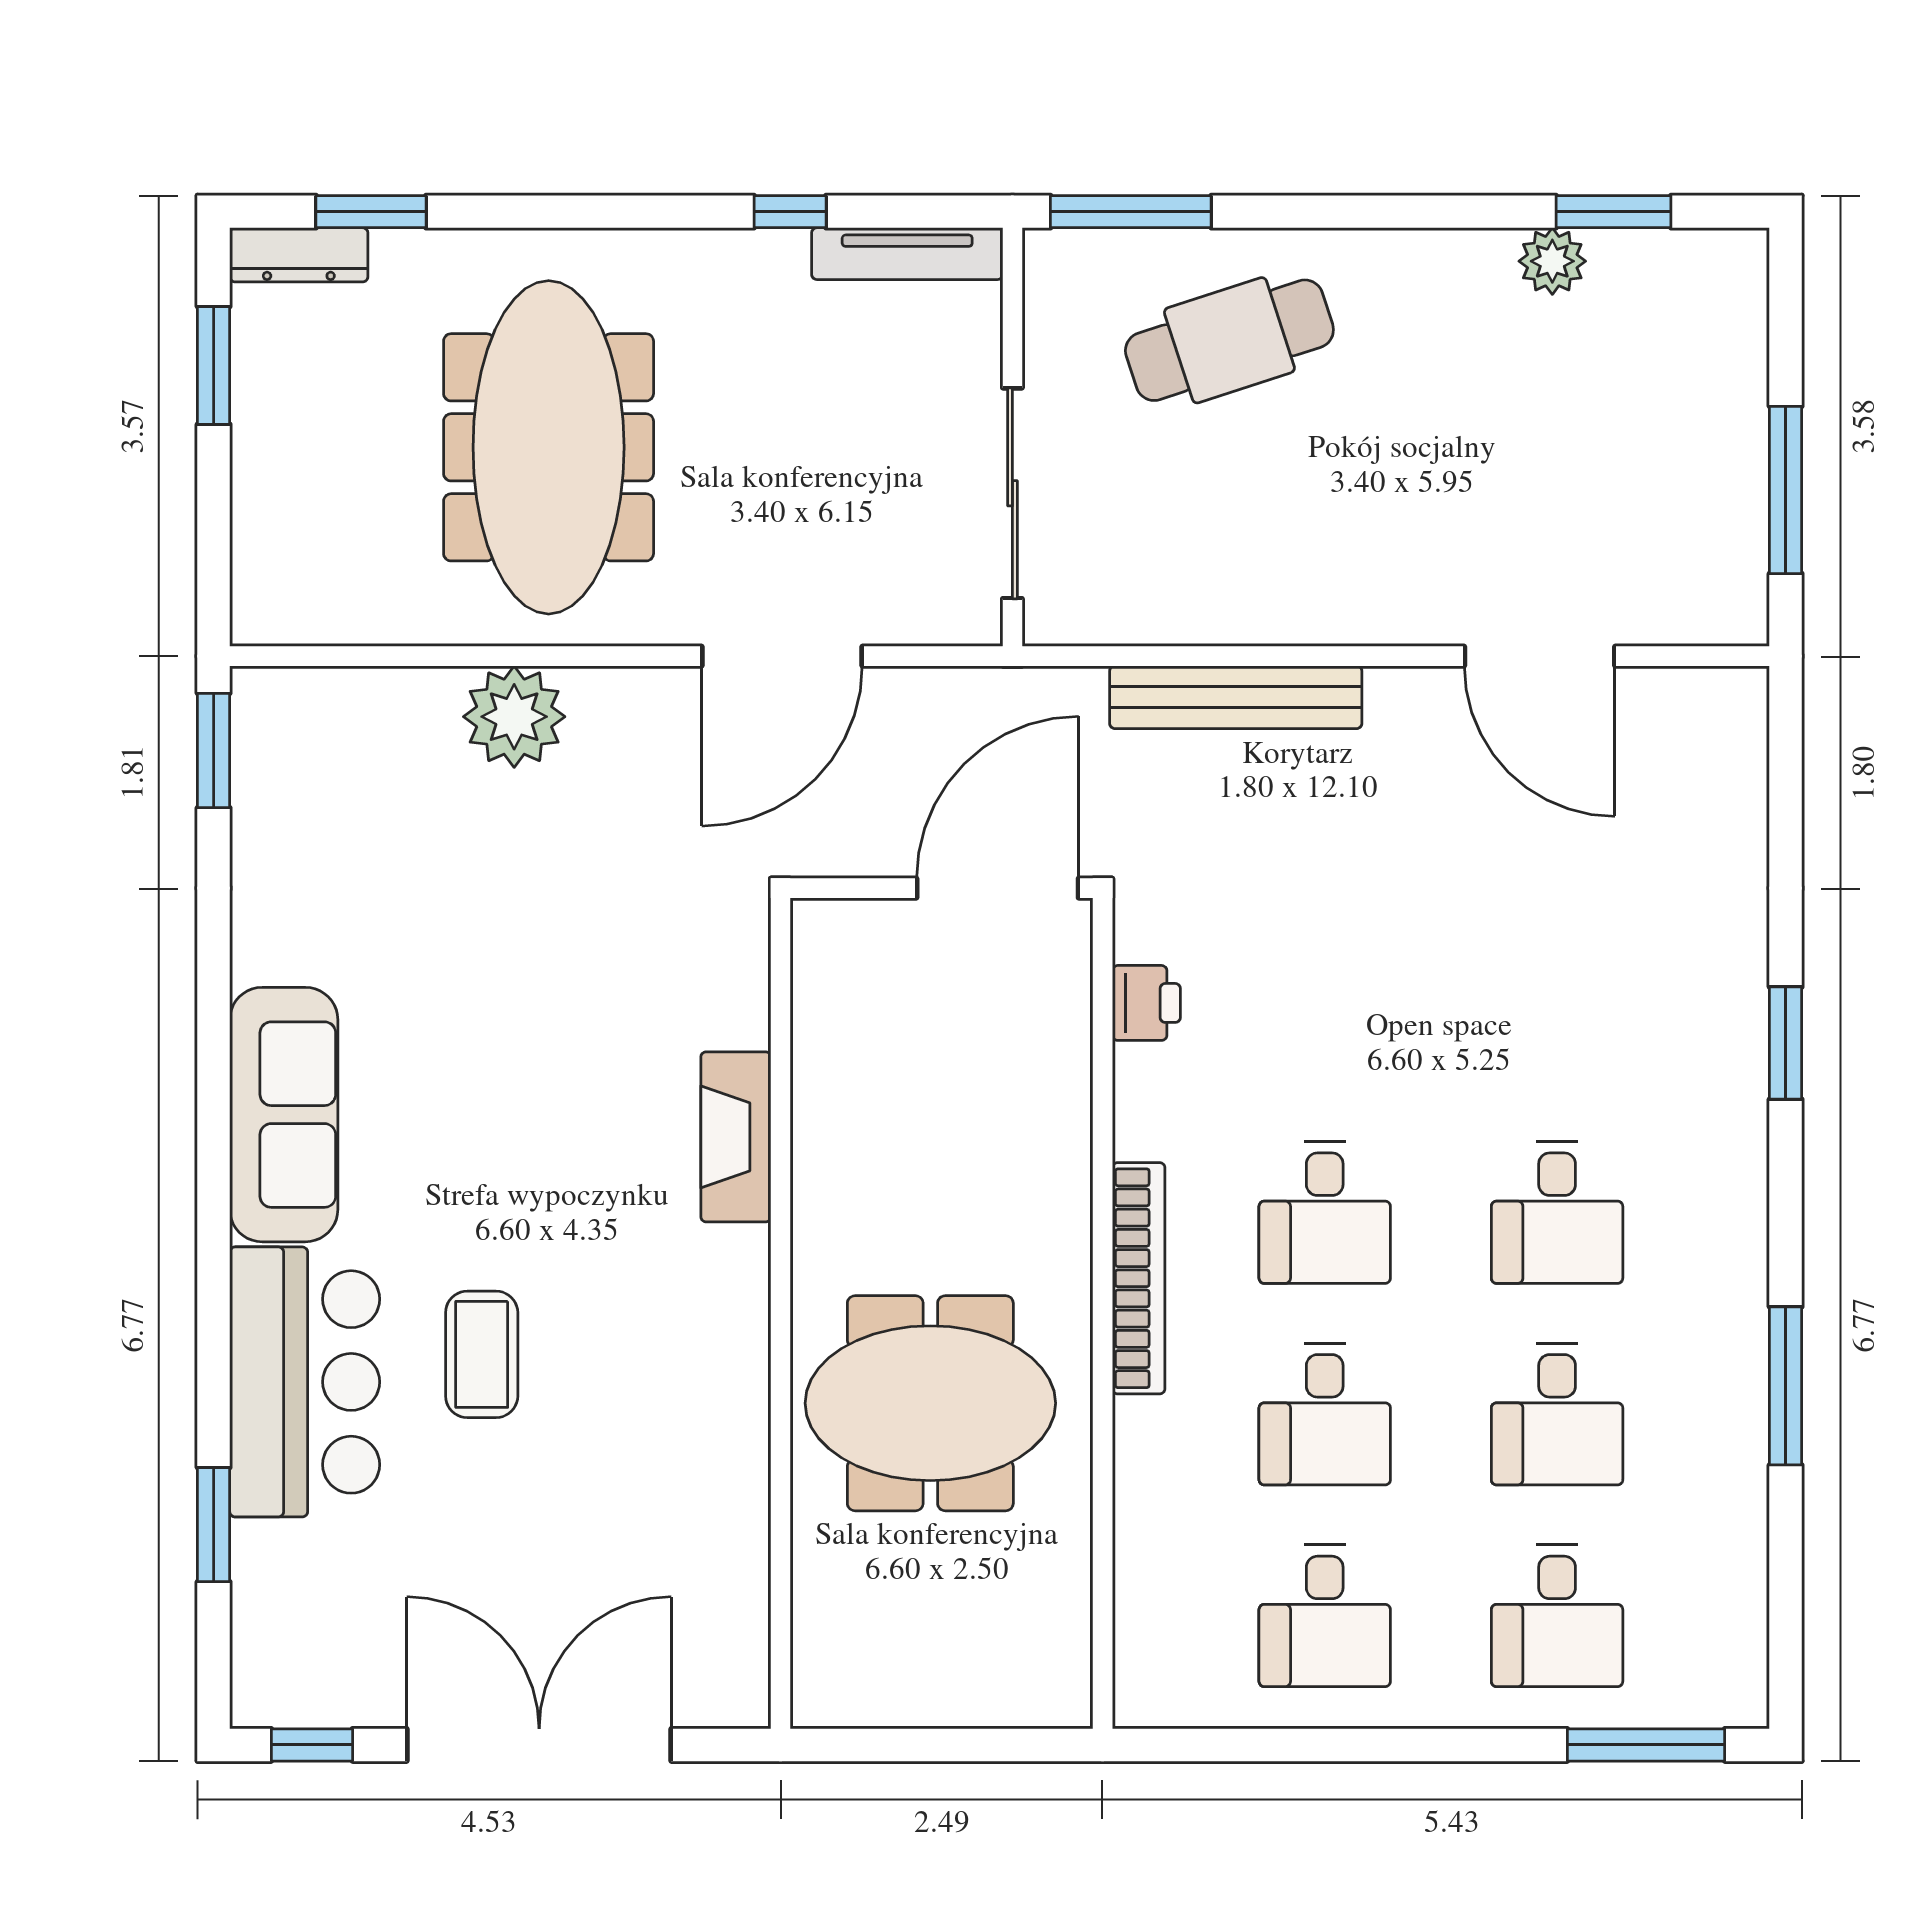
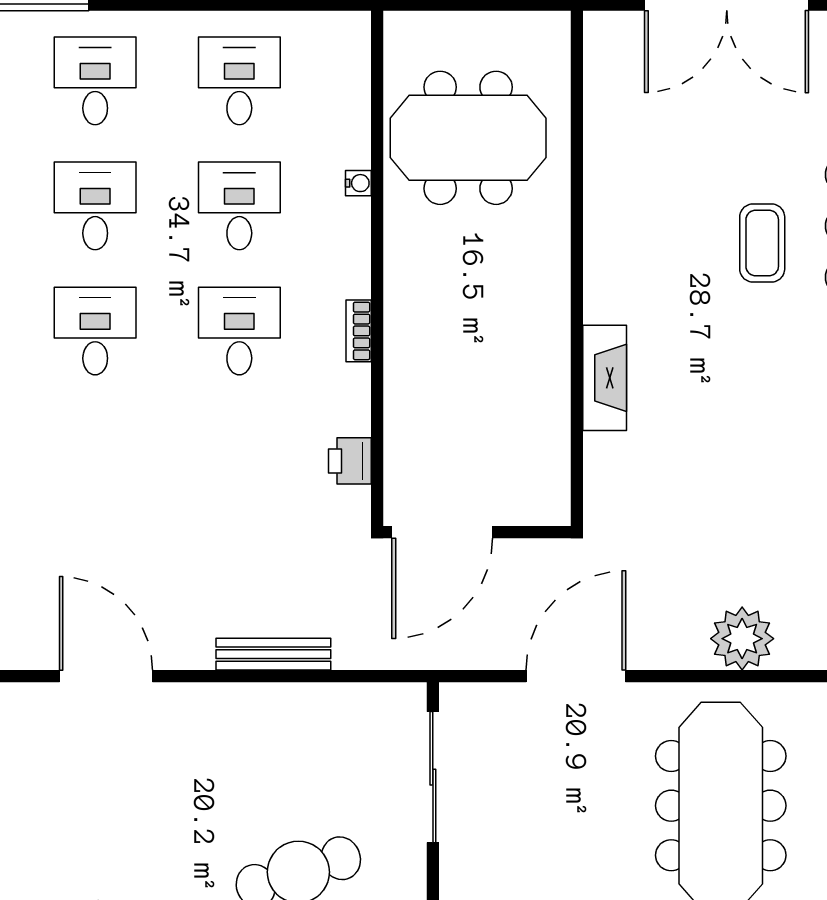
bench: (1236, 697) -> (273, 654), width x0.73, depth x0.82
bookcase: (1139, 1278) -> (359, 331), width x0.43, depth x0.76
meeting table: (930, 1403) -> (468, 138), moved
water cooler: (1133, 1451) -> (358, 183), added

